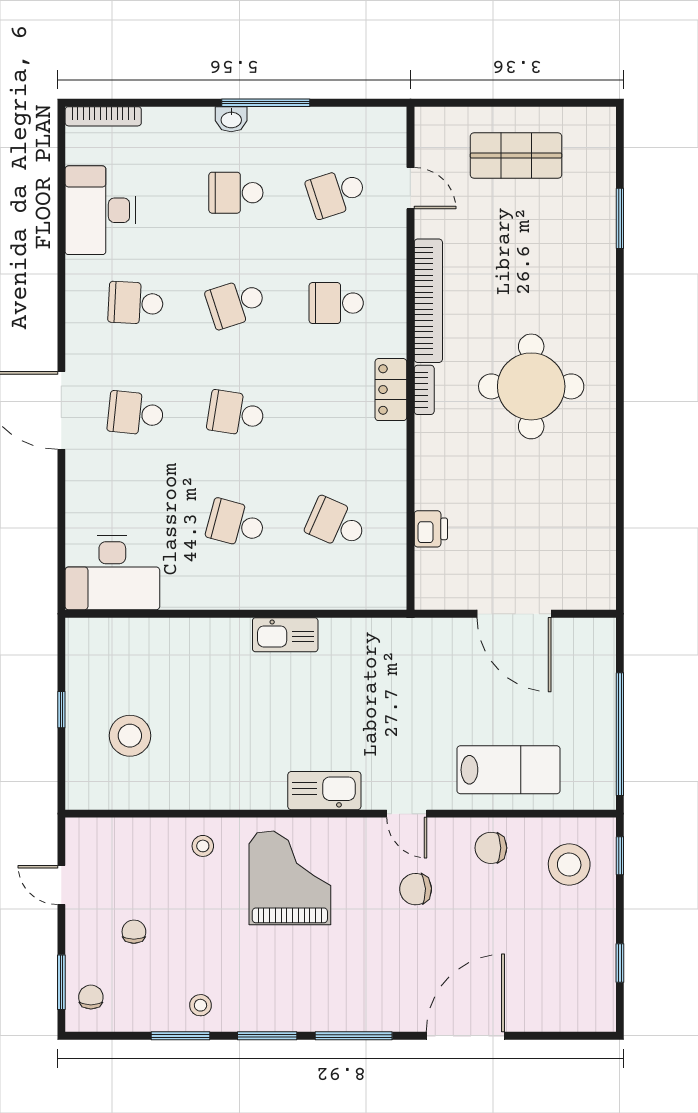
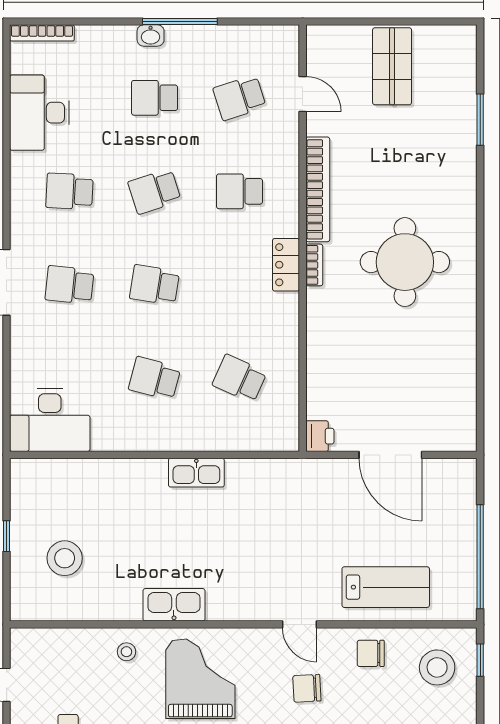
shop shelf: (516, 156) -> (392, 66), turned 90
printer: (431, 529) -> (320, 436), moved
kitchen sink: (324, 791) -> (174, 605), moved

